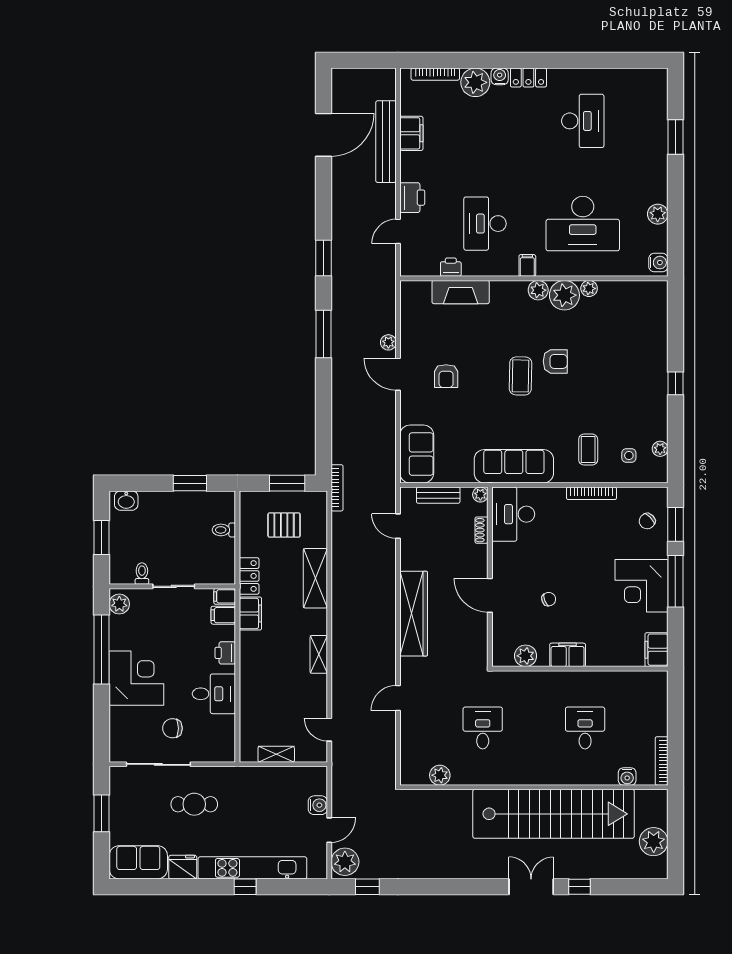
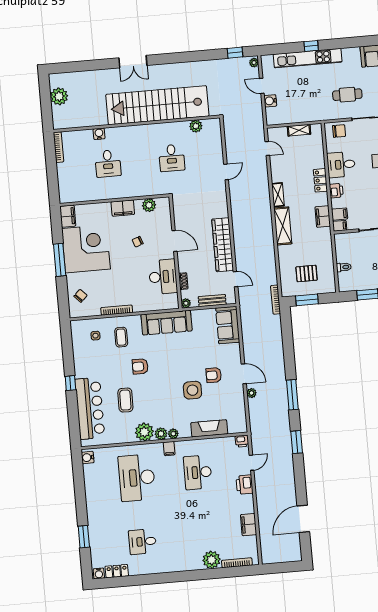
water cooler: (500, 76) -> (99, 573), moved
locker: (528, 78) -> (117, 571), moved
desk: (583, 121) -> (142, 542), width x0.73
bench: (386, 142) -> (264, 518), removed
plant: (658, 214) -> (91, 488), removed
desk: (485, 224) -> (198, 472), turned 180
desk: (583, 224) -> (137, 478), turned -90
printer: (451, 267) -> (242, 441), moved
plant: (589, 288) -> (173, 434), moved
bar counter: (648, 341) -> (90, 408), added
side table: (482, 355) -> (192, 390), added
armchair: (555, 361) -> (140, 366), moved
armchair: (446, 376) -> (214, 375), turned -90
coffee table: (521, 376) -> (125, 400), moved
plant: (660, 449) -> (76, 342), removed
desk: (513, 514) -> (163, 277), moved
window: (675, 524) -> (63, 295), removed
locker: (249, 576) -> (320, 180), moved
shelving: (315, 578) -> (283, 226), moved
corner desk: (641, 586) -> (86, 249), width x1.36, depth x1.36
wardrobe: (414, 614) -> (223, 245), moved
chair: (172, 728) -> (339, 131), moved
water cooler: (627, 777) -> (99, 134), moved
stairs: (554, 814) -> (157, 105), moved
door: (329, 830) -> (262, 86), hinge flipped
plant: (345, 862) -> (254, 63), width x0.53, depth x0.53
fridge: (183, 867) -> (351, 55), removed
window: (579, 887) -> (103, 64), removed

